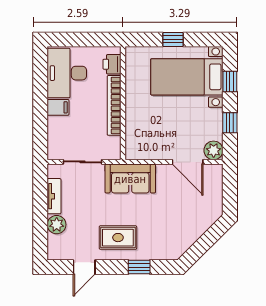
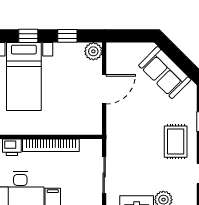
door: (188, 162) -> (104, 89), moved
sofa: (130, 179) -> (165, 73), moved, turned 135

